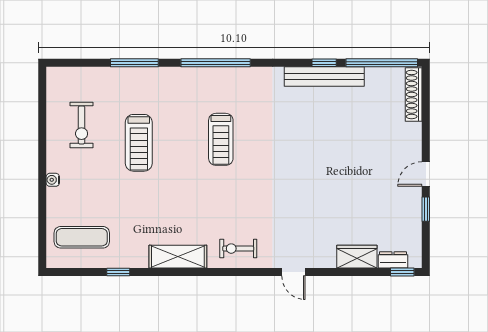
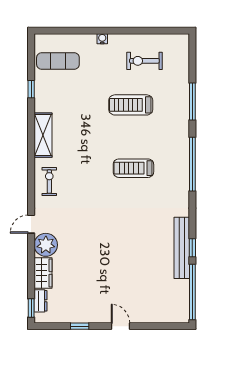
shoe rack: (414, 94) -> (168, 317), removed
door: (426, 174) -> (120, 326), moved
exercise mat: (82, 237) -> (58, 61), turned 90
plant: (320, 253) -> (46, 245), added

